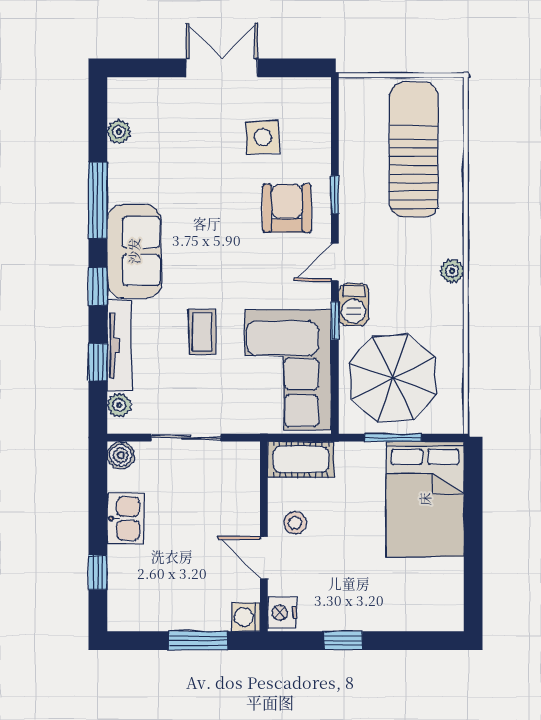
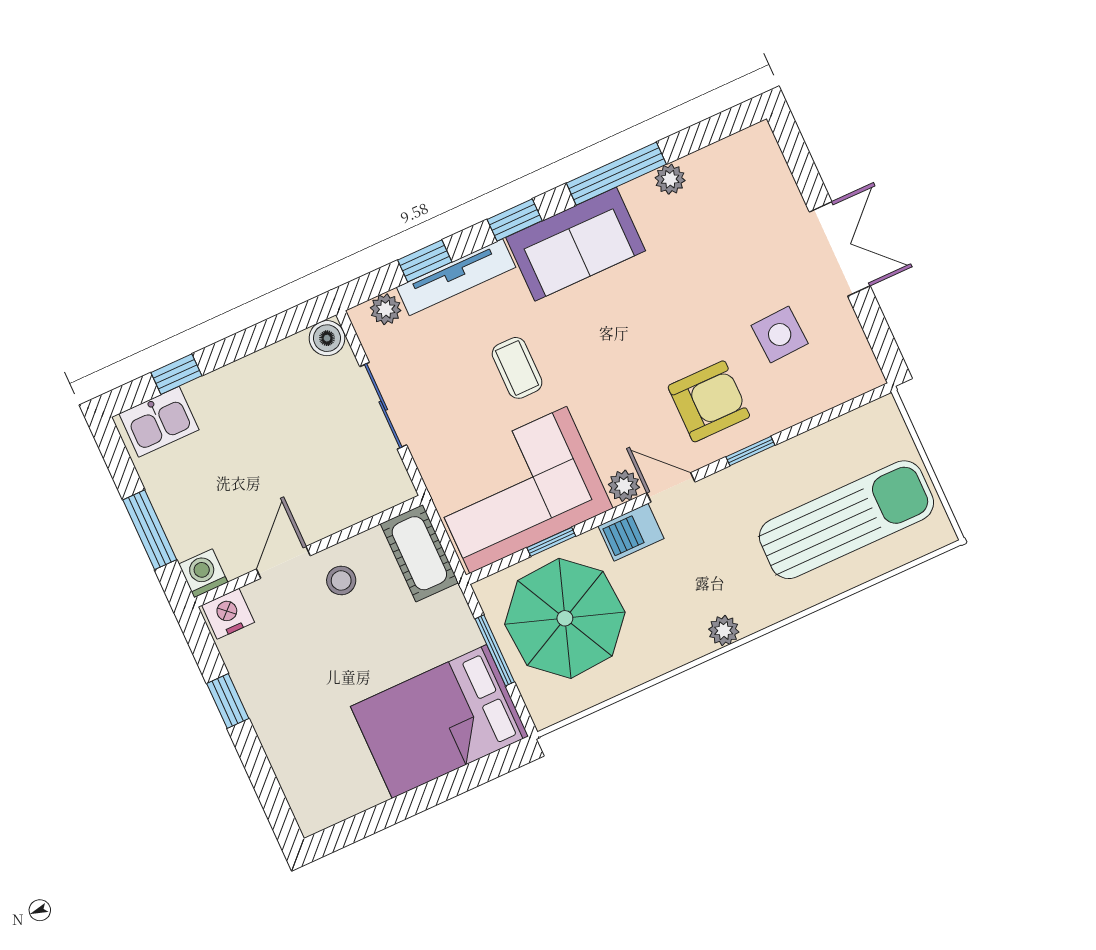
plant: (119, 132) -> (670, 179), moved
plant: (319, 295) -> (624, 486), added
window: (335, 320) -> (551, 542), moved
coffee table: (202, 332) -> (517, 368), turned 90
kitchen sink: (126, 518) -> (159, 422), moved

